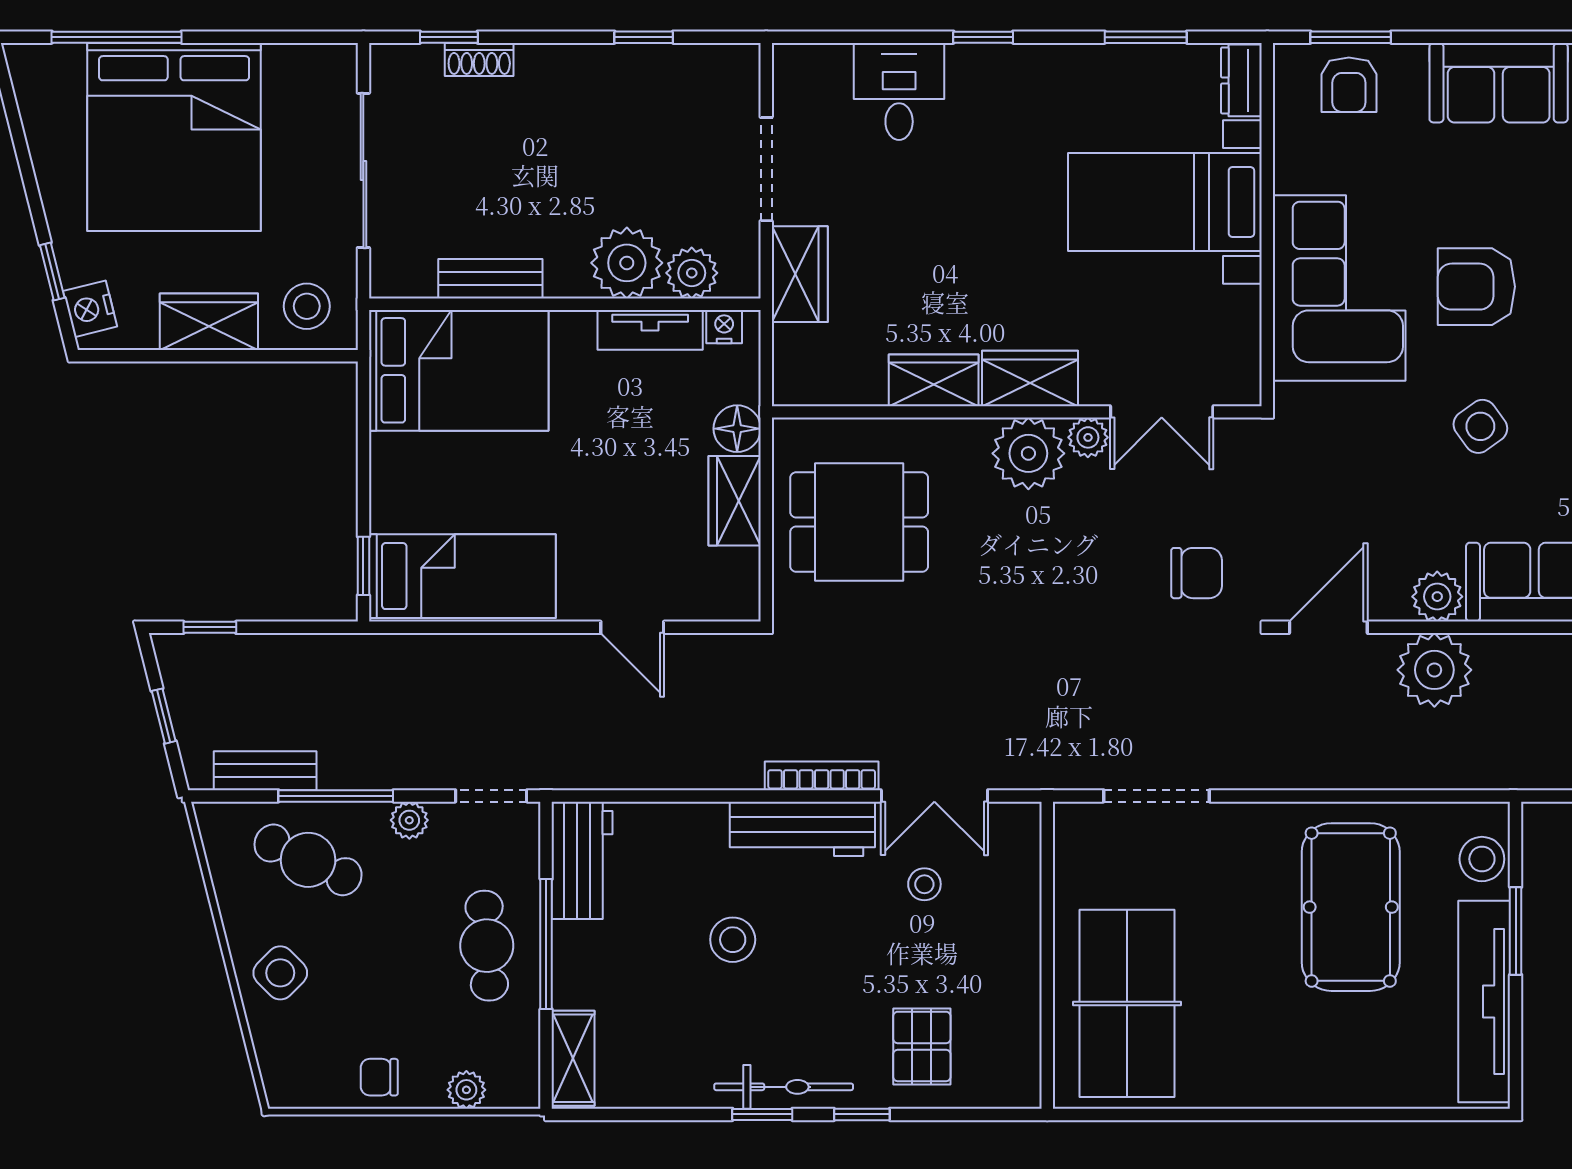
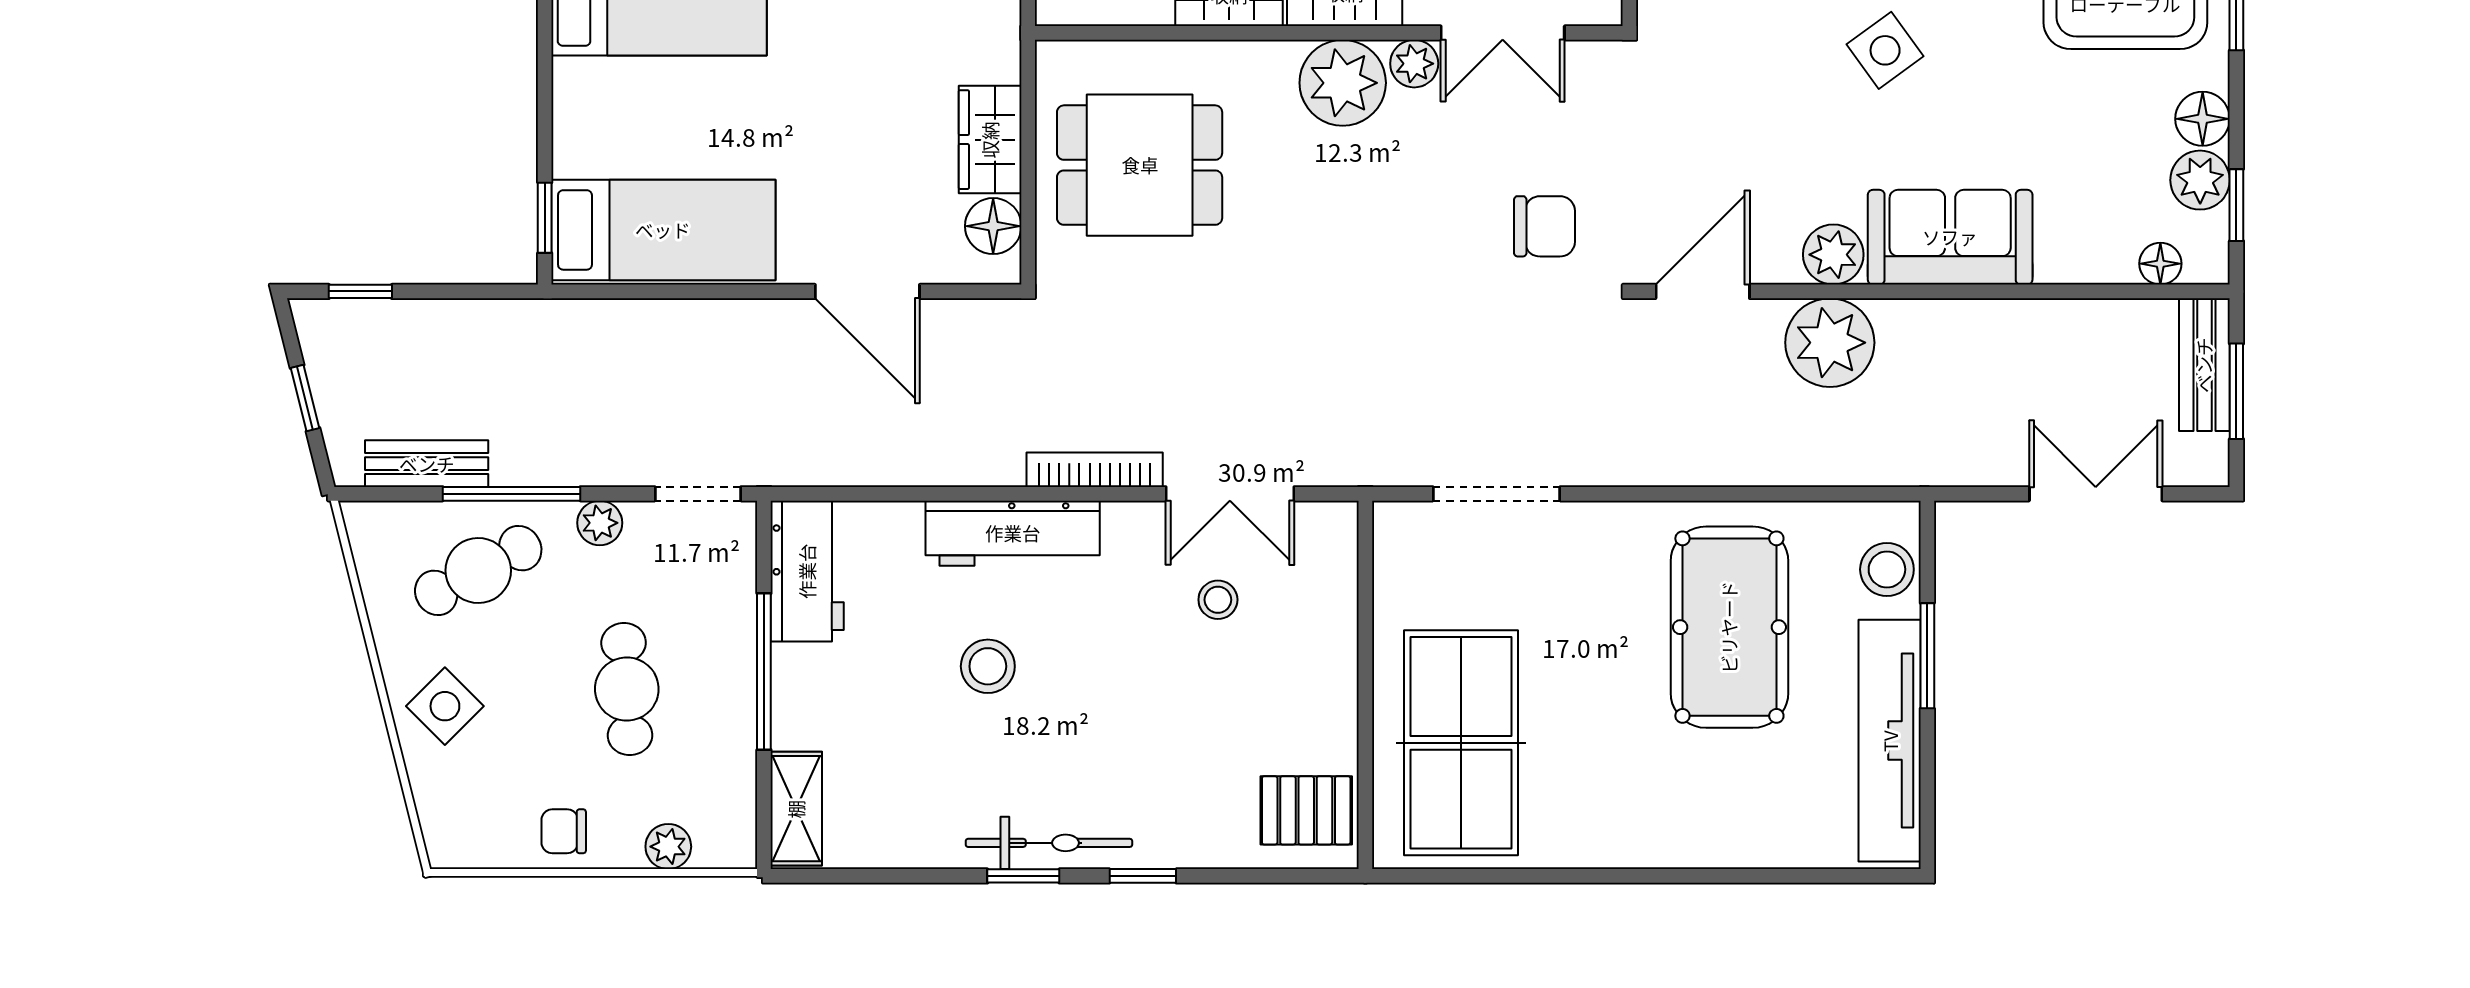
floor lamp: (737, 429) -> (993, 226), moved
door: (632, 627) -> (867, 291), width x1.38
workbench: (802, 829) -> (1013, 533), moved
cafe table: (308, 860) -> (478, 571), turned -53
cafe table: (487, 946) -> (627, 689), moved
pallet: (922, 1046) -> (1306, 810), moved, turned 90

